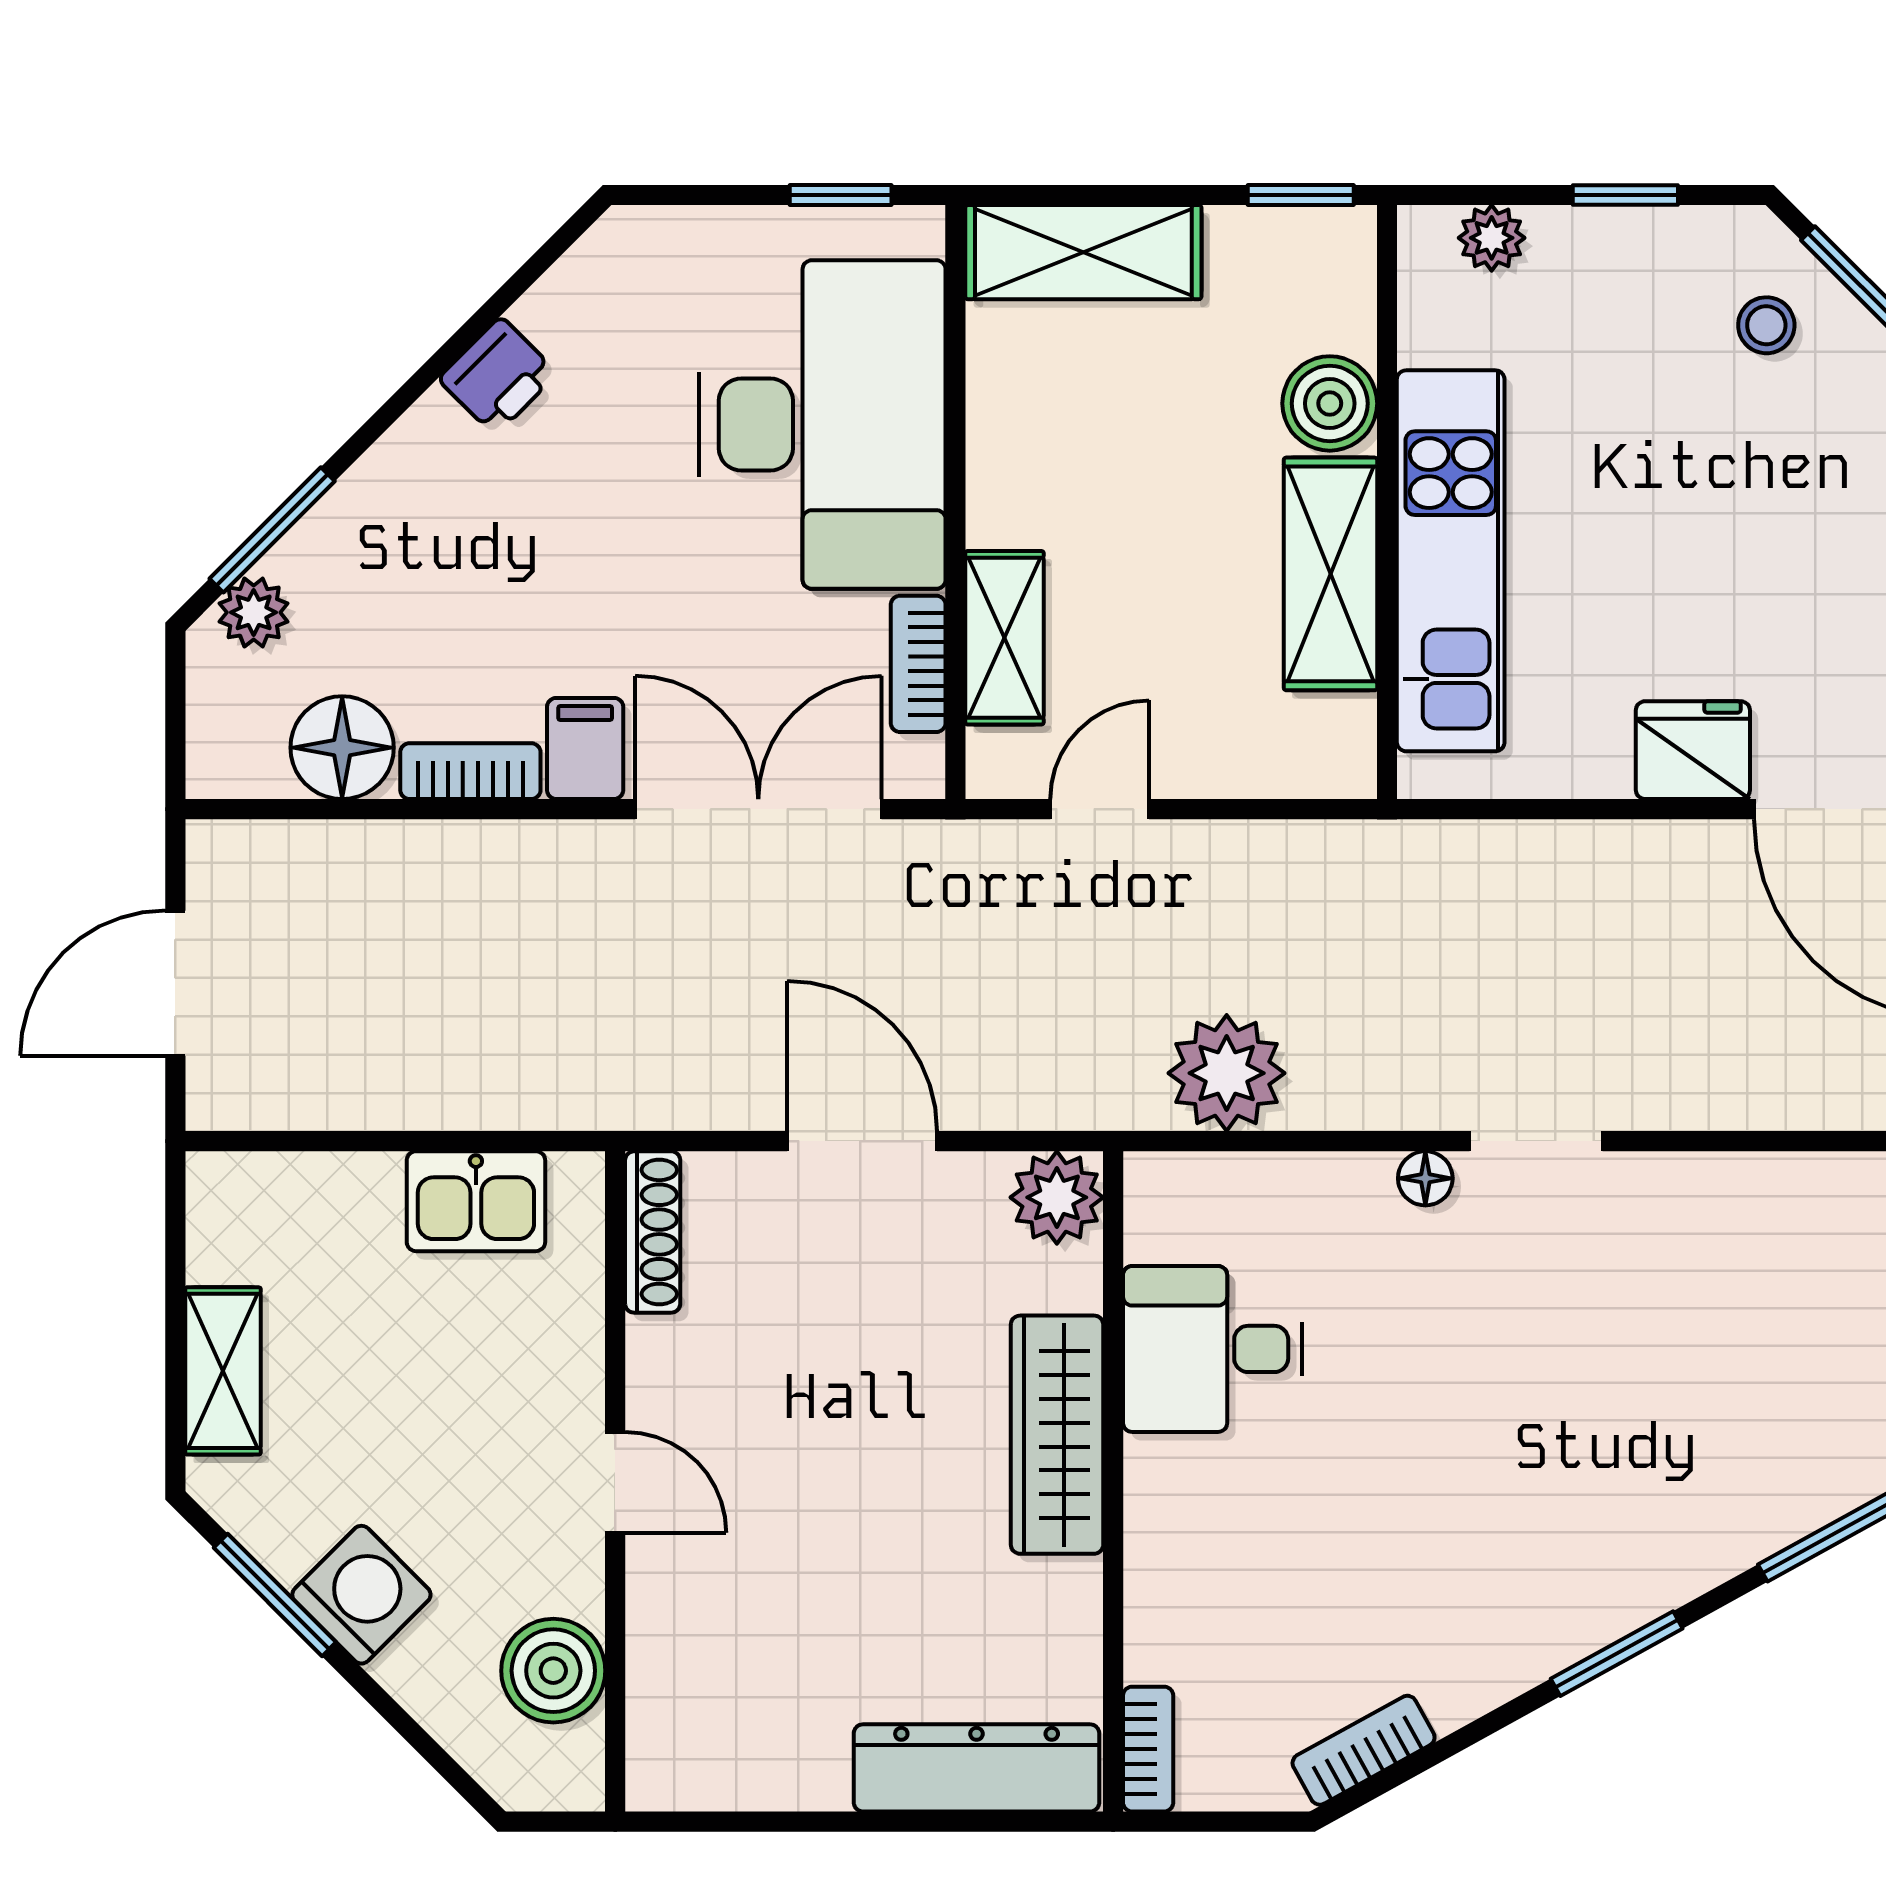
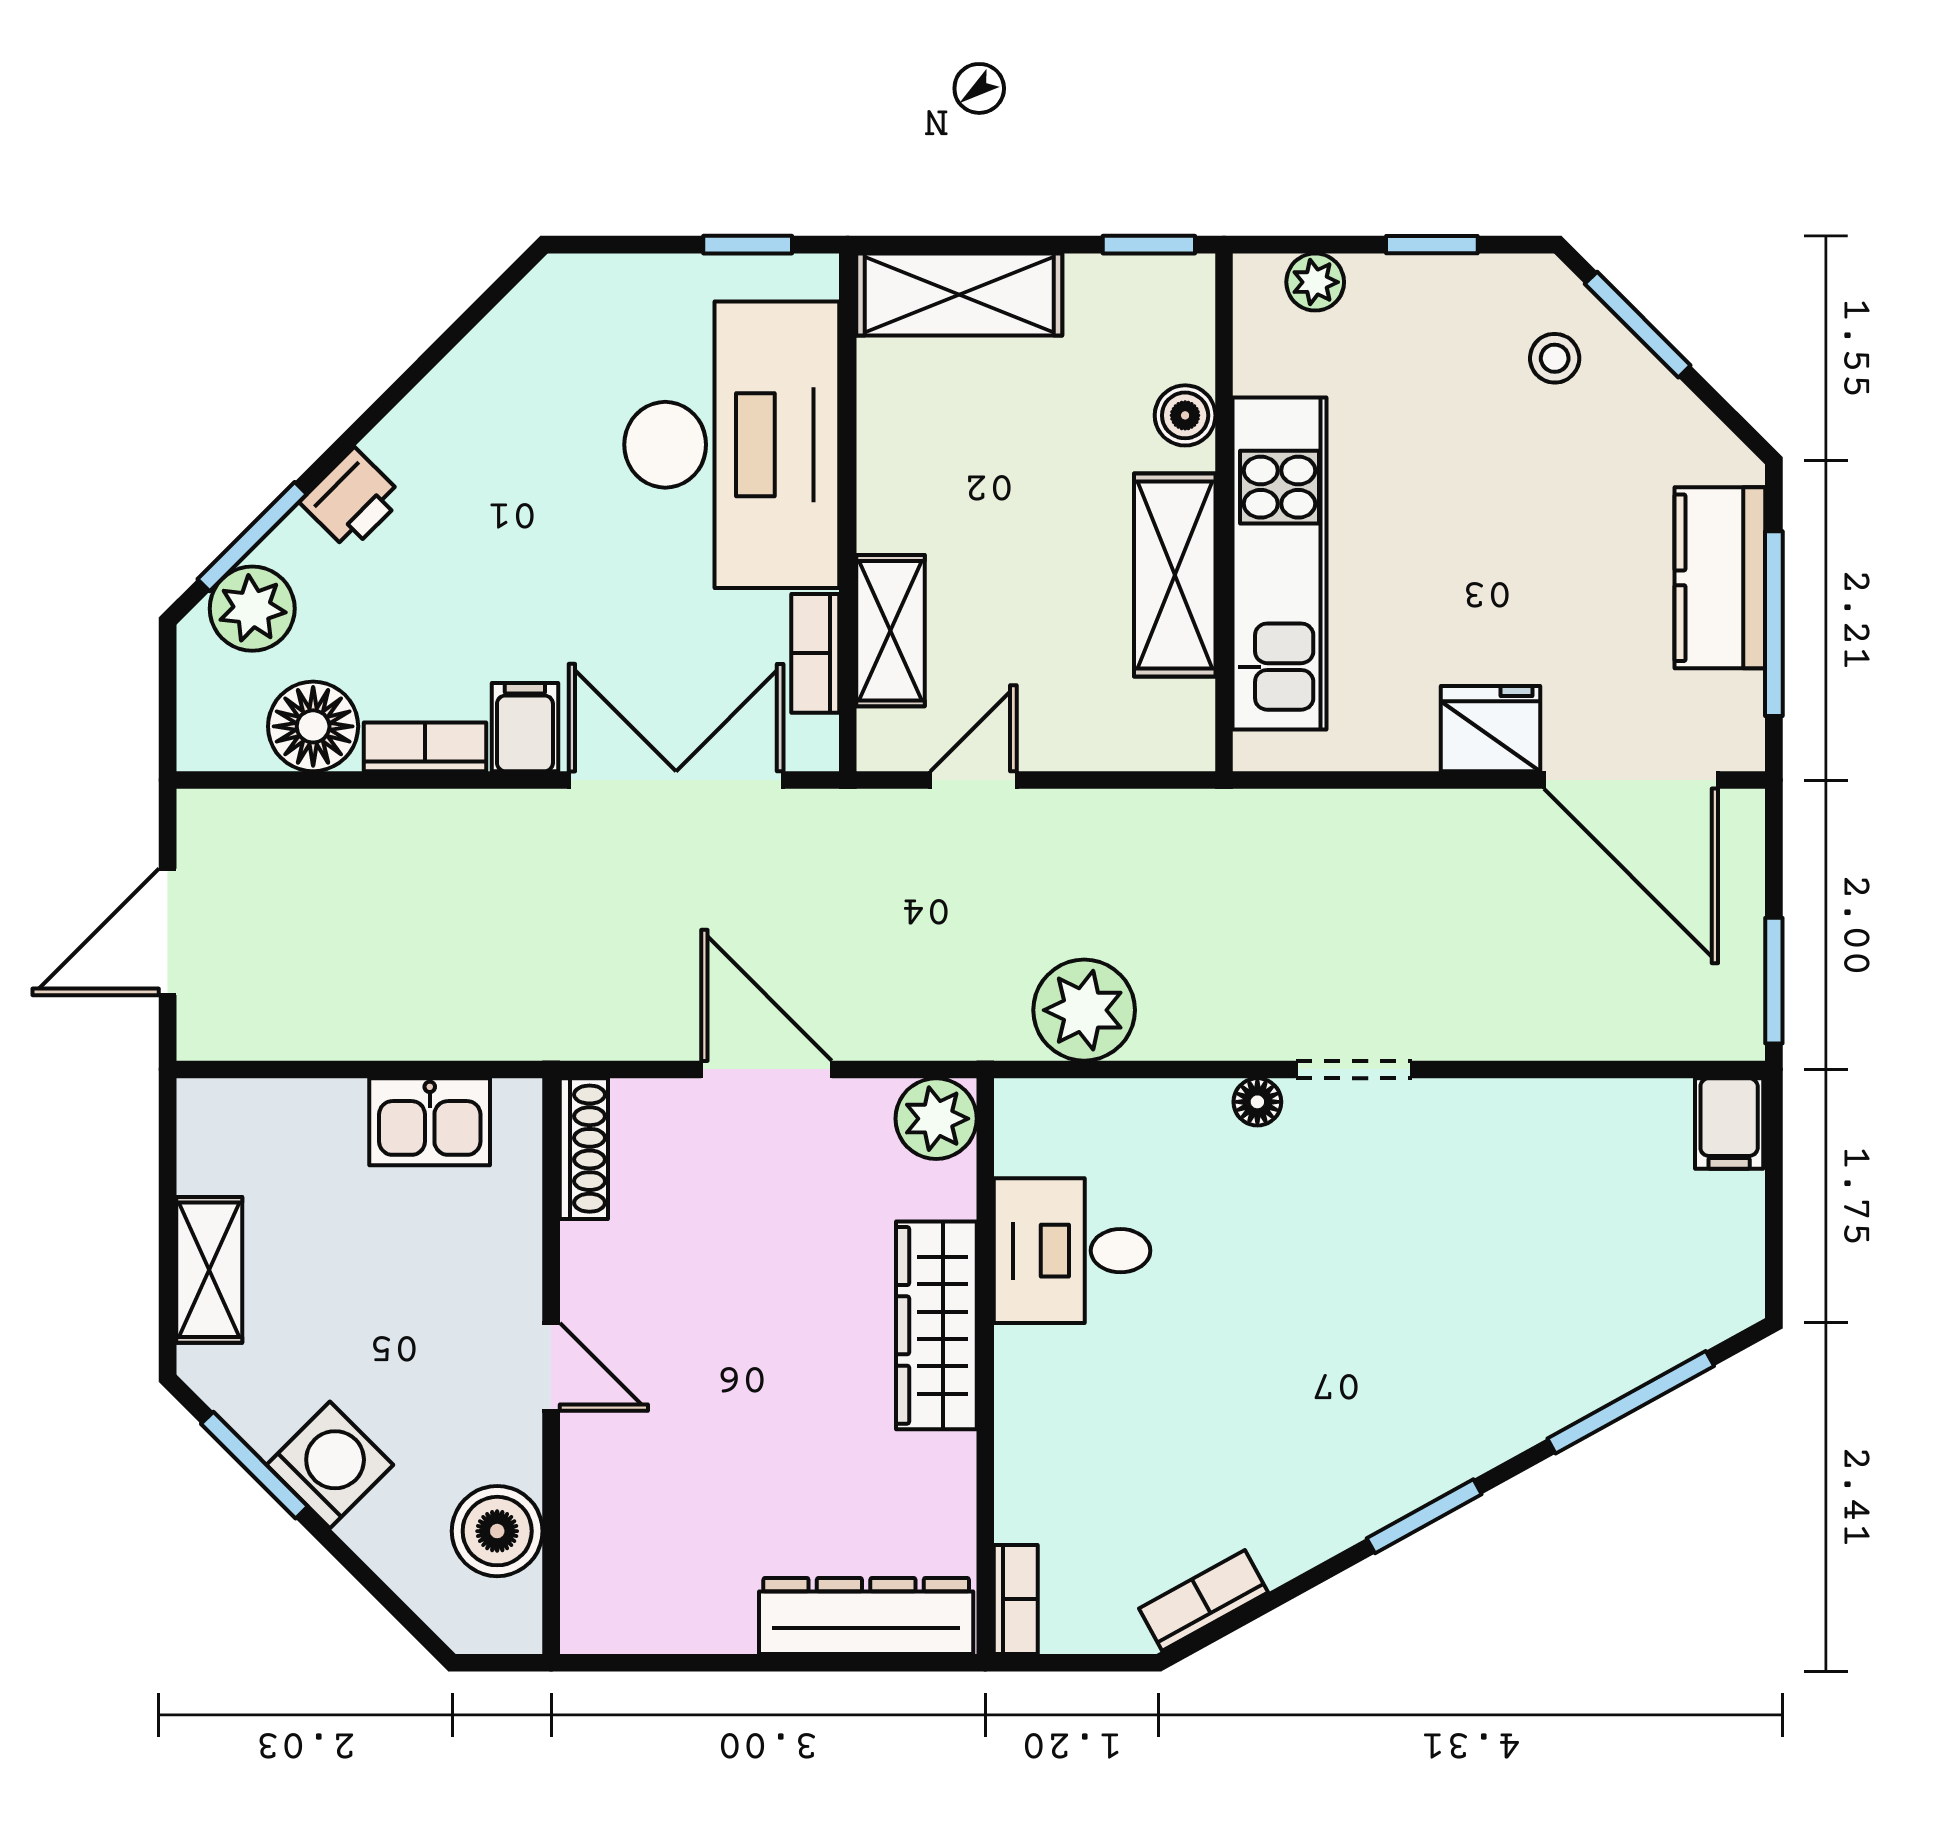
printer: (498, 376) -> (352, 500), moved
boiler: (1330, 403) -> (1185, 415), width x0.73, depth x0.73
plant: (254, 612) -> (252, 609), width x1.38, depth x1.38

